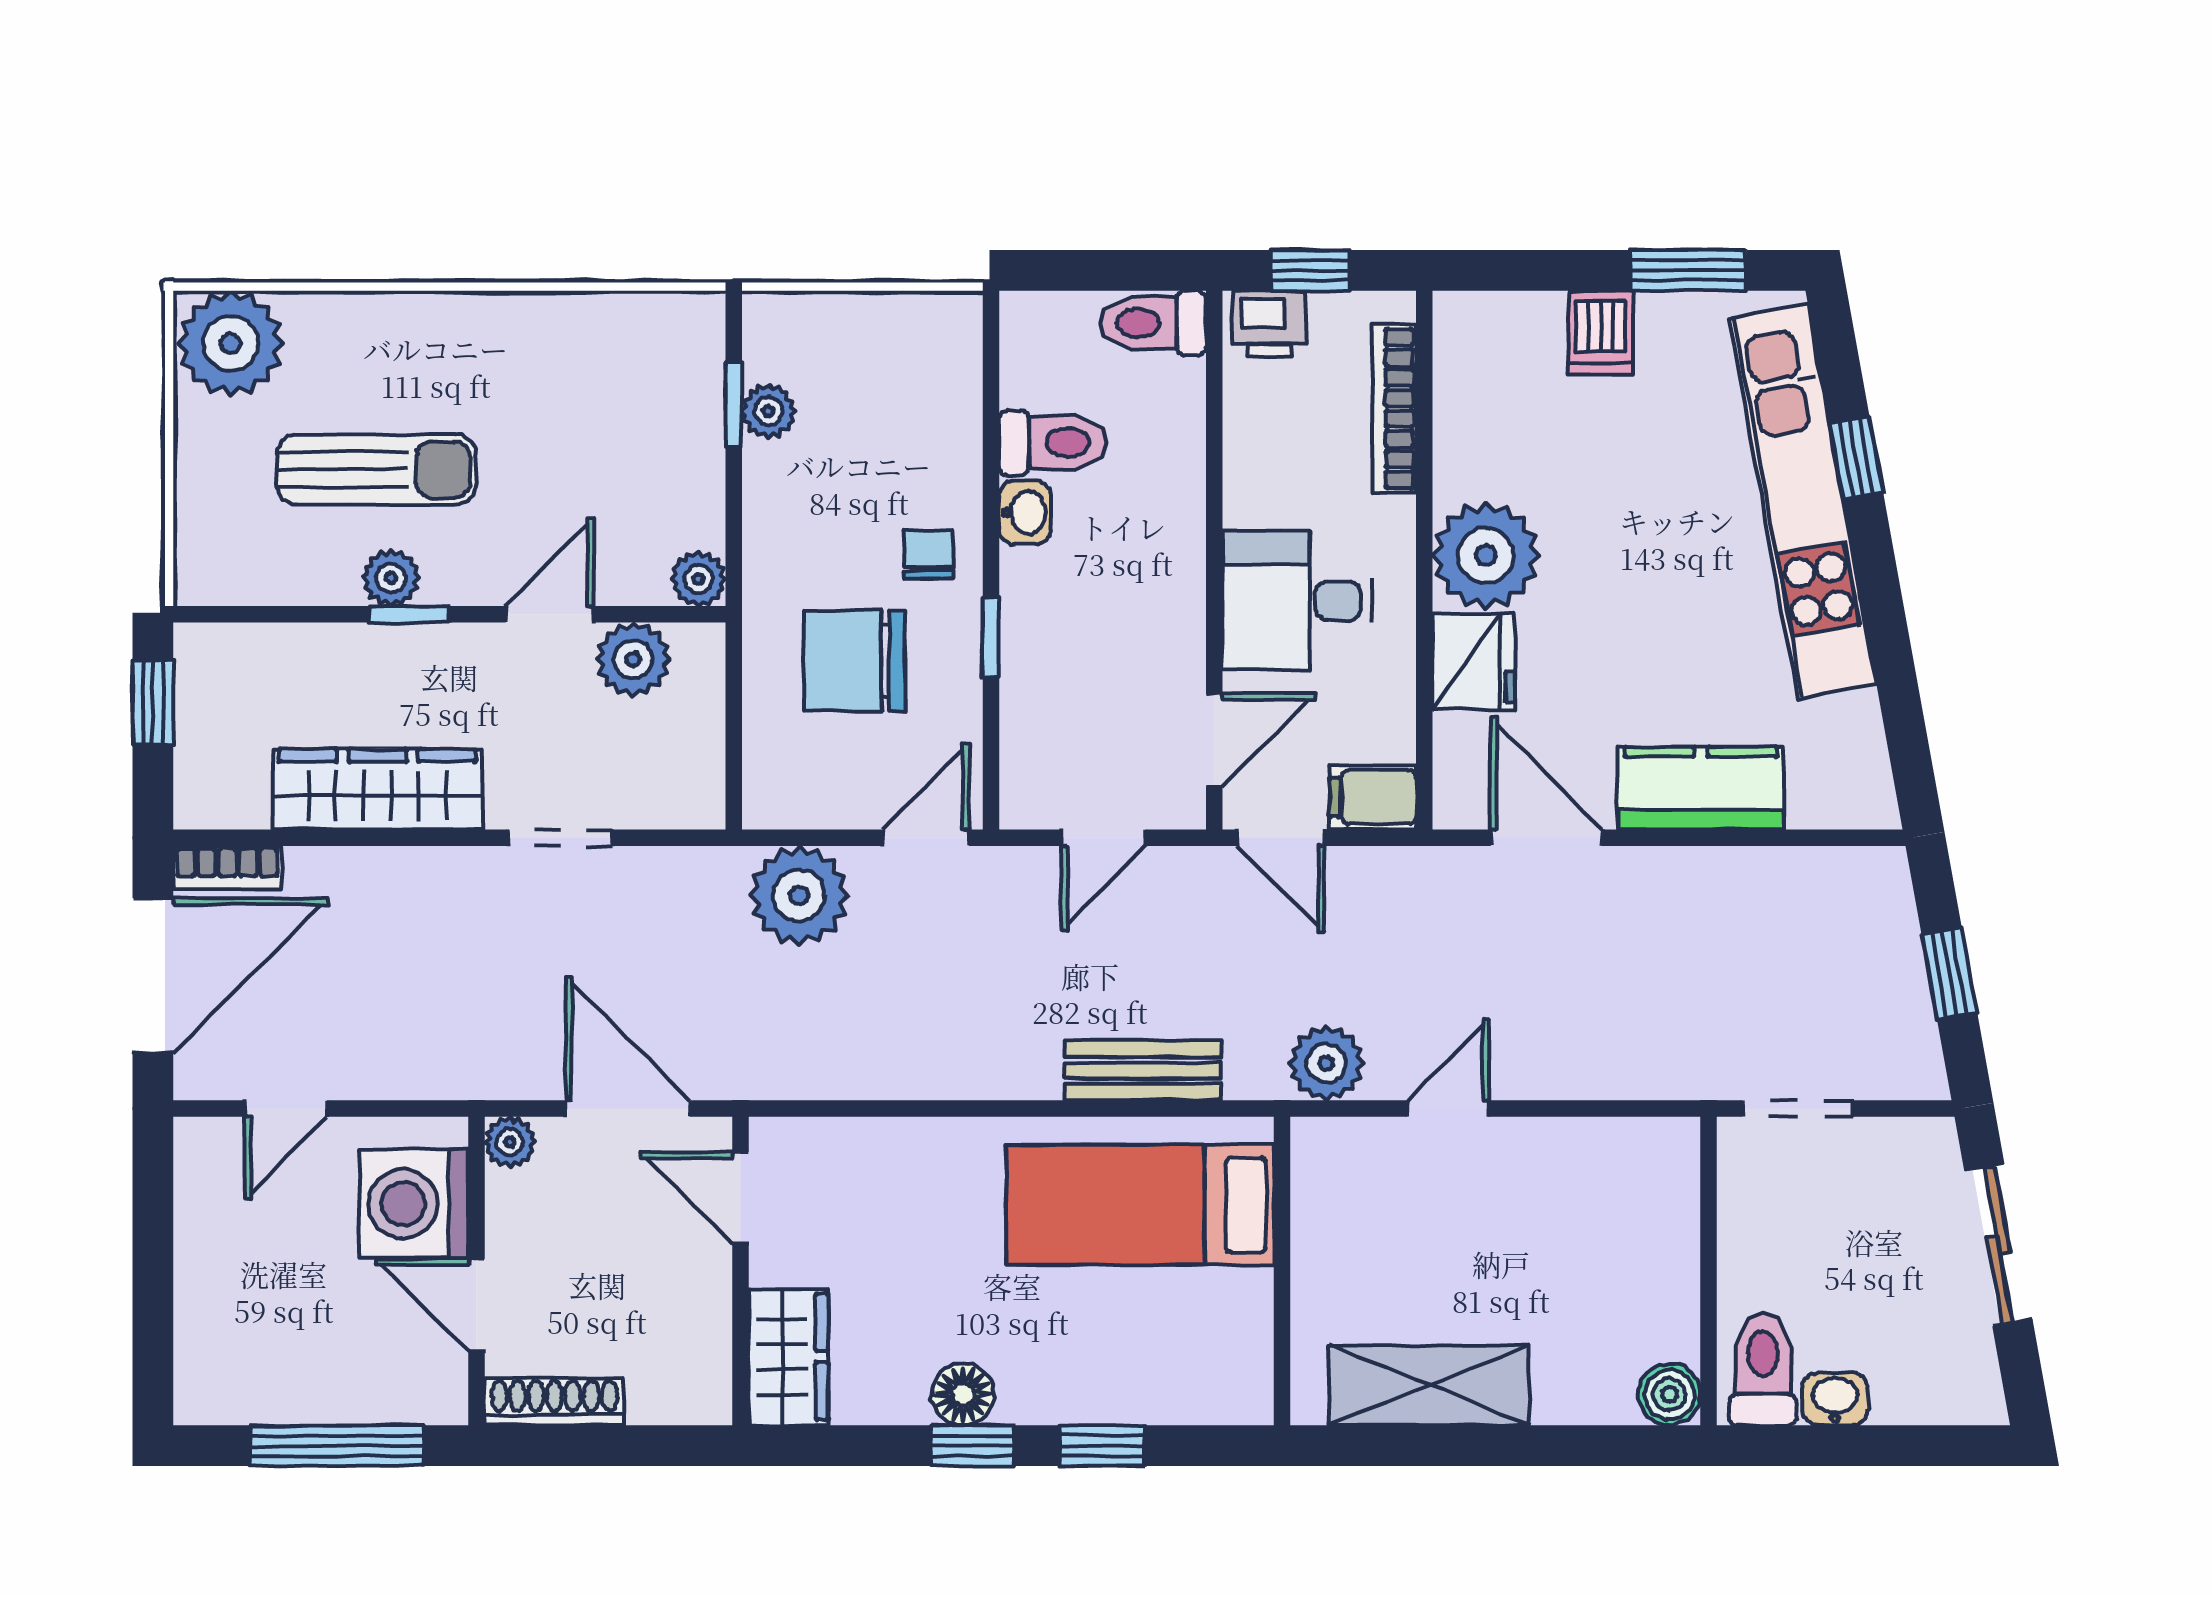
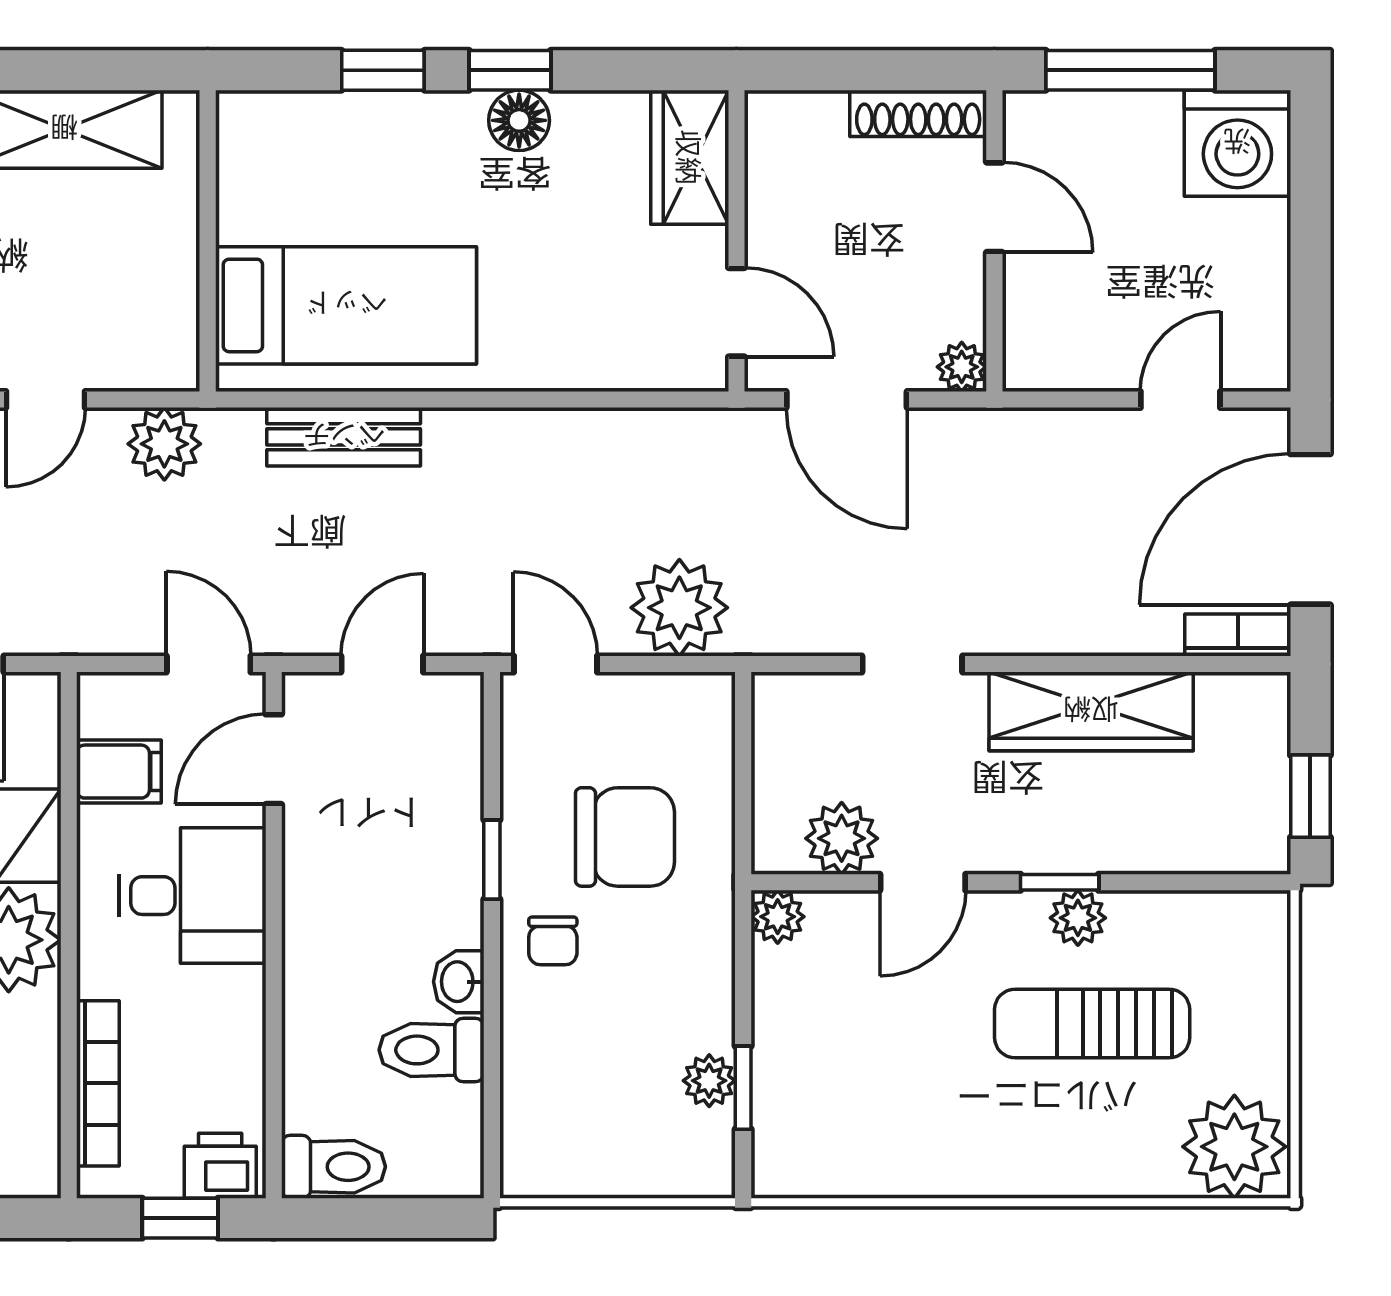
filing cabinet: (1373, 797) -> (119, 772), moved
door: (926, 838) -> (555, 664), swing flipped
washing machine: (414, 1204) -> (1237, 143), moved, turned 90

